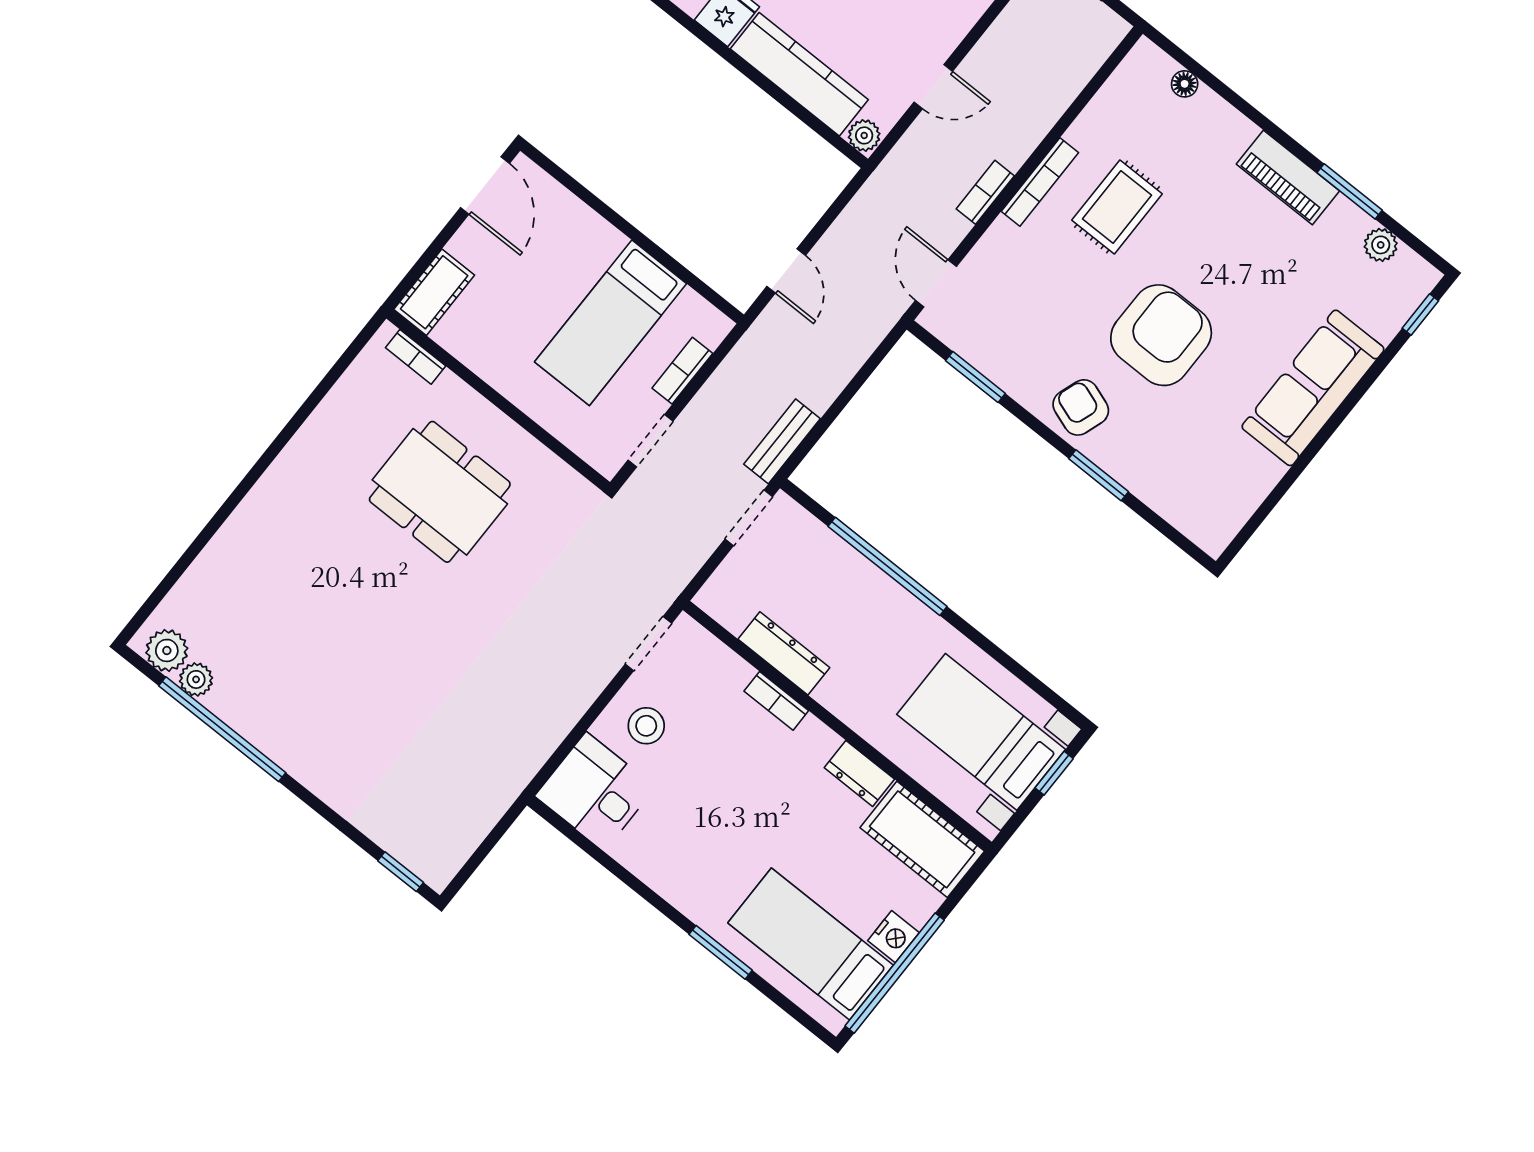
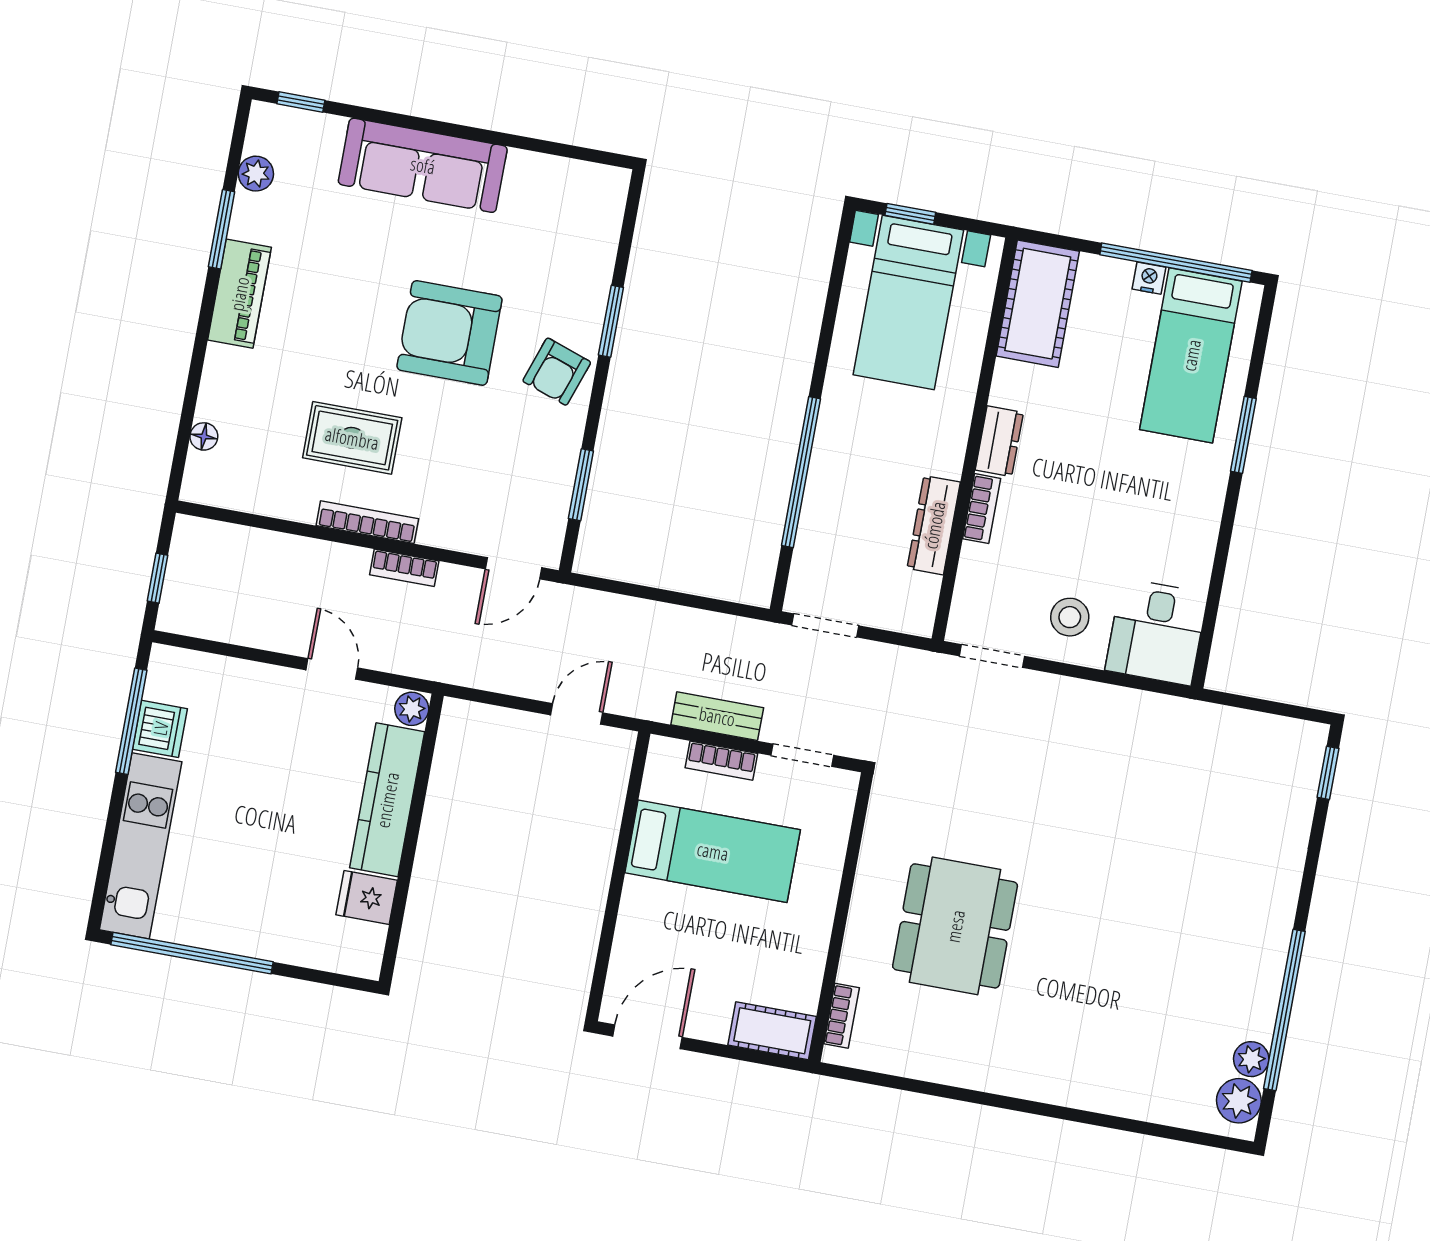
bench: (782, 441) -> (717, 716), moved
dresser: (859, 773) -> (999, 441), moved
nightstand: (893, 937) -> (1149, 278), width x0.72, depth x0.74

